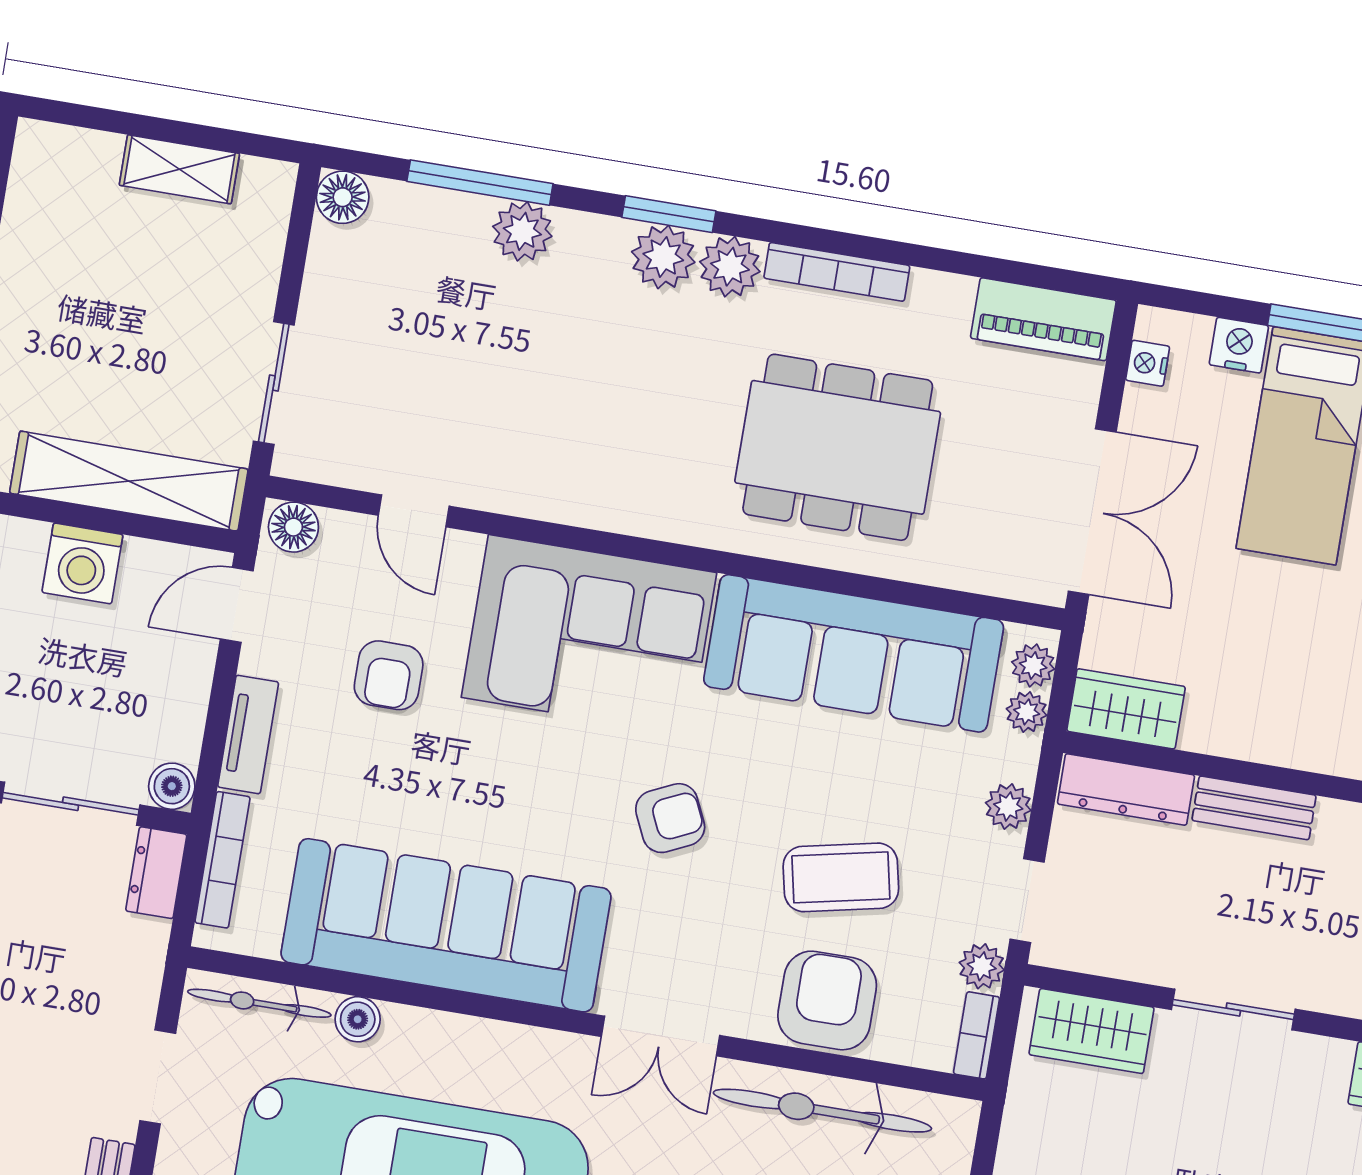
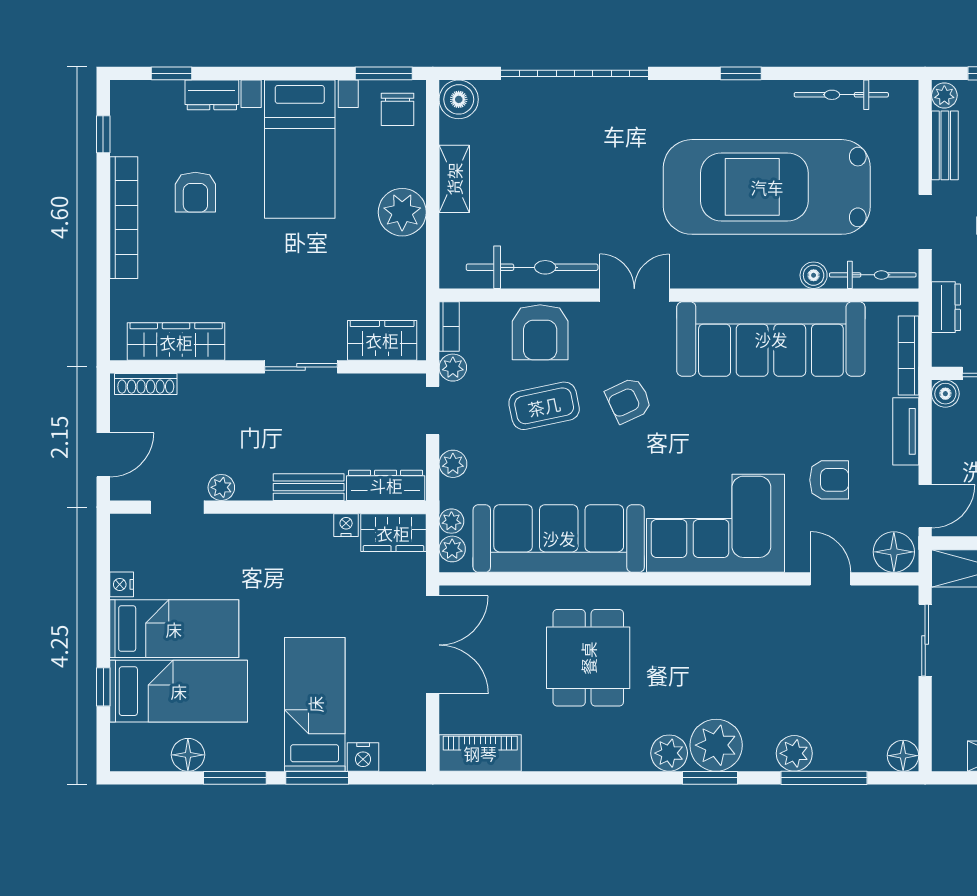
plant: (663, 257) -> (716, 745), width x1.36, depth x1.36
bookcase: (837, 272) -> (606, 760), removed
nightstand: (1148, 363) -> (346, 525), moved, turned -90
dining table: (838, 447) -> (588, 658), width x0.73
double door: (1092, 512) -> (433, 645), swing flipped
floor lamp: (293, 527) -> (894, 552), width x1.38, depth x1.38
armchair: (389, 675) -> (829, 480), turned 90
armchair: (670, 818) -> (629, 400), moved
dresser: (156, 873) -> (946, 307), moved

